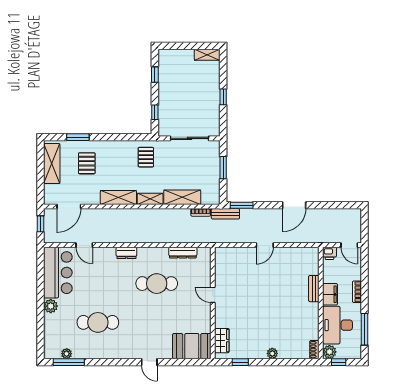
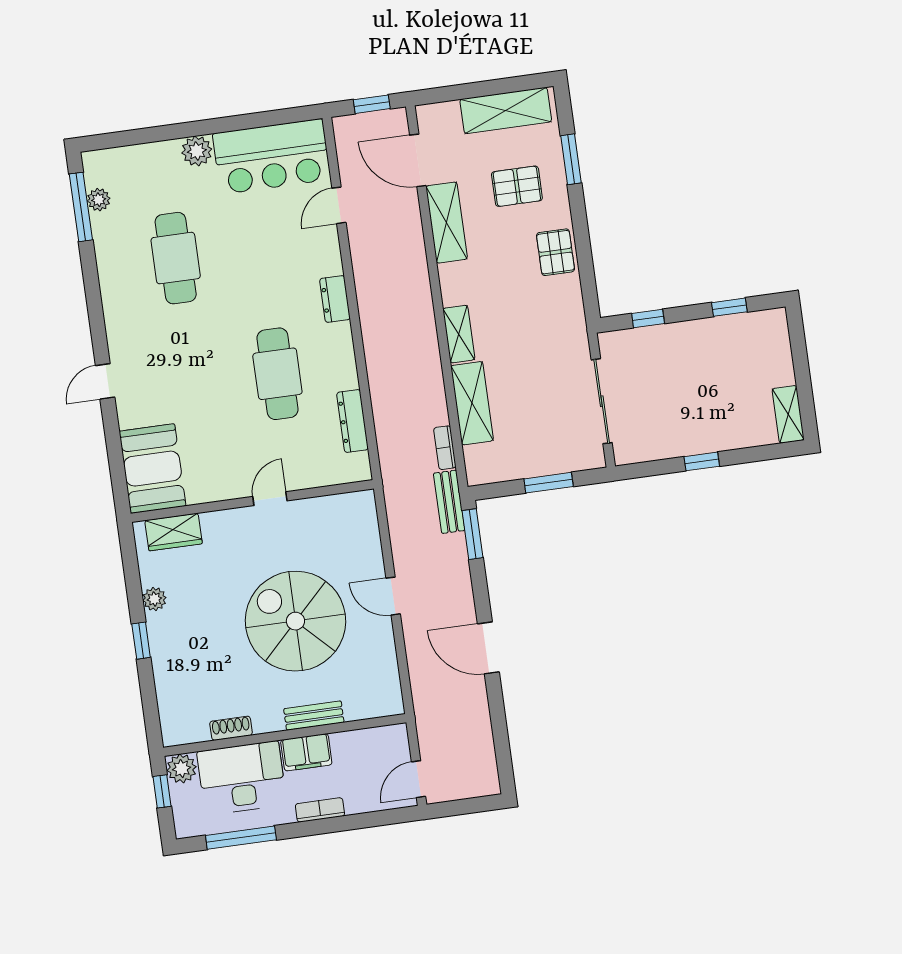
pallet: (146, 157) -> (555, 252), moved, turned 90
shelving: (118, 197) -> (447, 223), moved
printer: (330, 253) -> (395, 739), removed
spiral stairs: (270, 291) -> (295, 621), added
shoe rack: (314, 350) -> (231, 728), moved
plant: (272, 353) -> (154, 599), moved
window: (240, 362) -> (141, 641), moved

